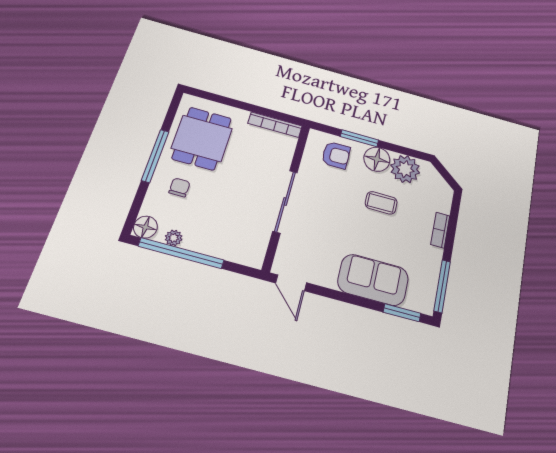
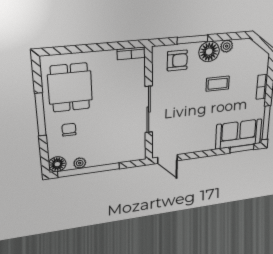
bookcase: (275, 125) -> (131, 53), width x0.64
plant: (405, 169) -> (227, 46), width x0.53, depth x0.53
sofa: (373, 280) -> (239, 134), moved

